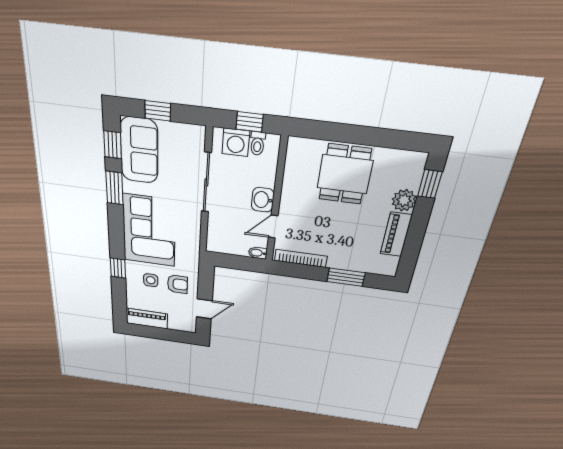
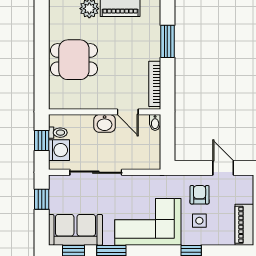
window: (158, 111) -> (42, 199), moved

